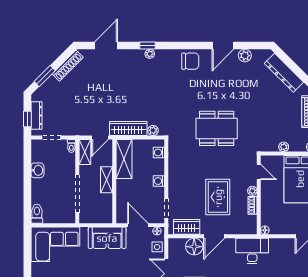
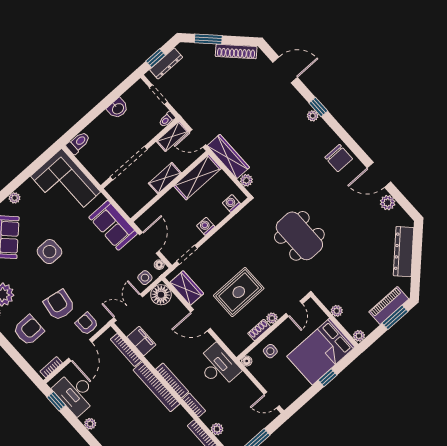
side table: (272, 210) -> (270, 351), added
floor lamp: (194, 247) -> (161, 295), moved

